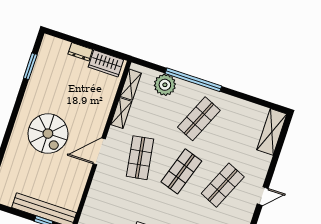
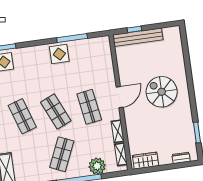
dresser: (80, 52) -> (181, 158), moved
shop shelf: (181, 171) -> (56, 112), turned -42
shop shelf: (223, 185) -> (22, 116), turned -42

